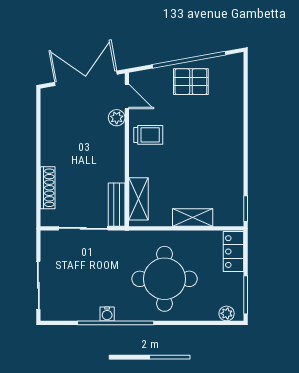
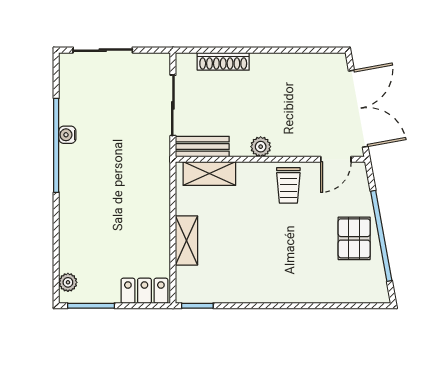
plant: (117, 118) -> (261, 147), moved
round table: (165, 279) -> (111, 206), removed

